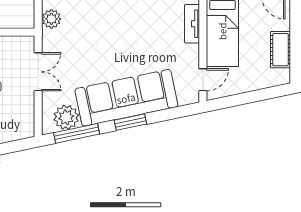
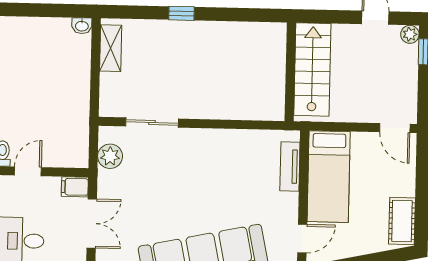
filing cabinet: (24, 43) -> (75, 187), added
cot: (280, 50) -> (402, 221), moved

